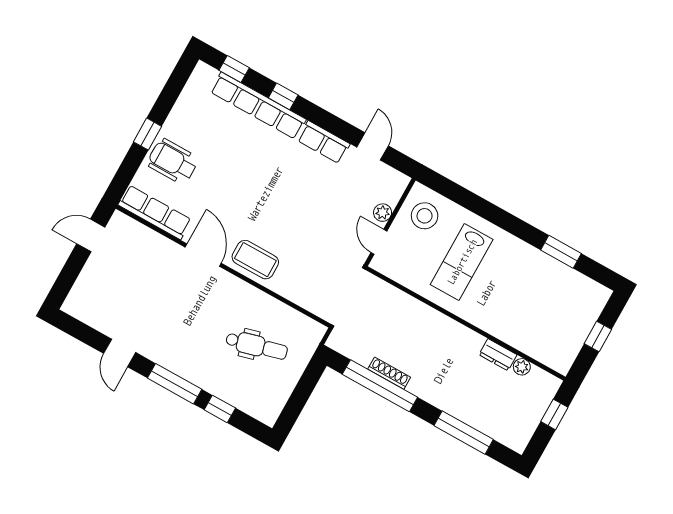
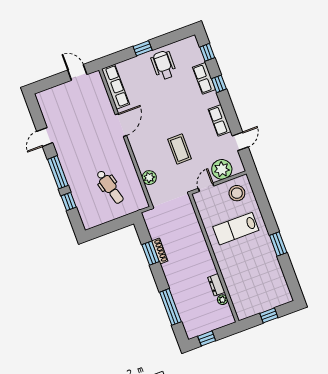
row of seats: (258, 106) -> (204, 78), width x0.50
wheelchair: (173, 161) -> (164, 65), moved
plant: (383, 213) -> (222, 169), width x1.87, depth x1.87
window: (561, 252) -> (278, 244), moved
coffee table: (255, 260) -> (180, 149), moved
plant: (296, 291) -> (149, 178), added
window: (380, 386) -> (151, 253), width x0.47
window: (554, 414) -> (207, 338), moved

